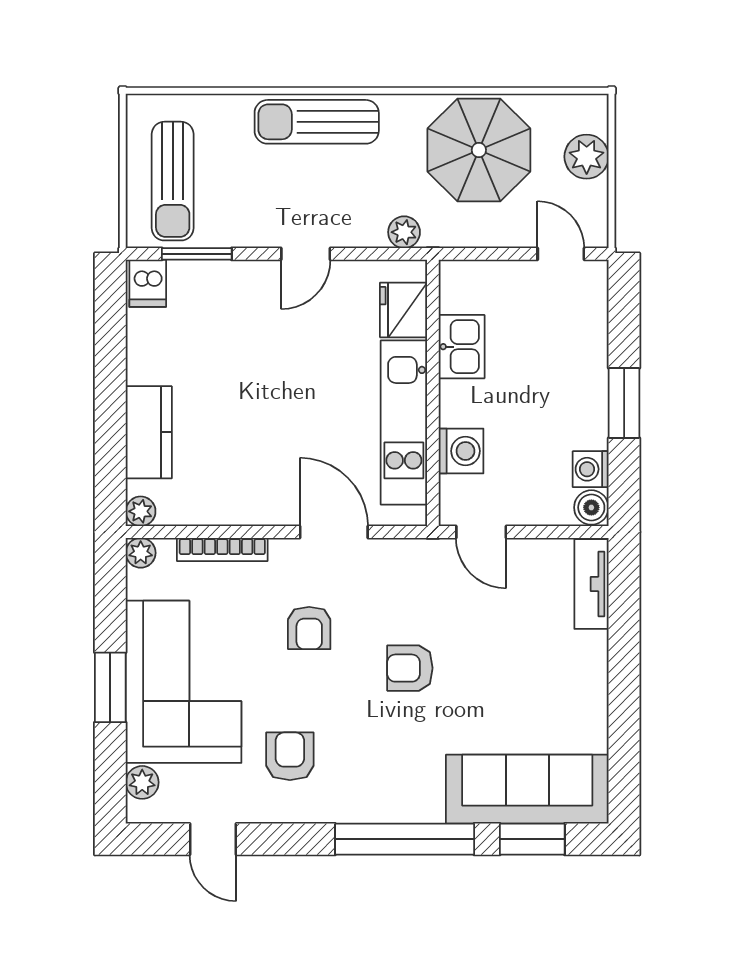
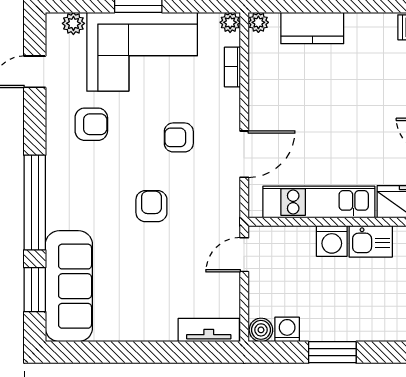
washing machine: (461, 451) -> (332, 241), moved
bookcase: (222, 549) -> (232, 67), width x0.64

